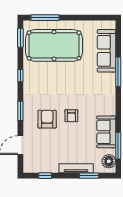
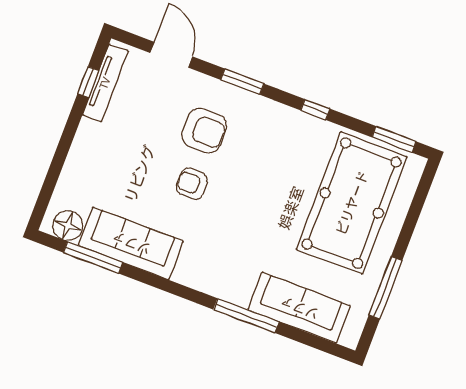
window: (45, 18) -> (386, 288), moved
sofa: (106, 132) -> (131, 243), width x1.36
tv unit: (76, 168) -> (105, 83), moved
window: (89, 176) -> (54, 173), removed

